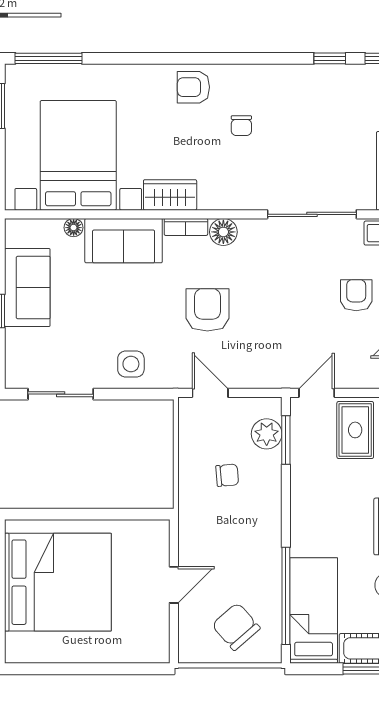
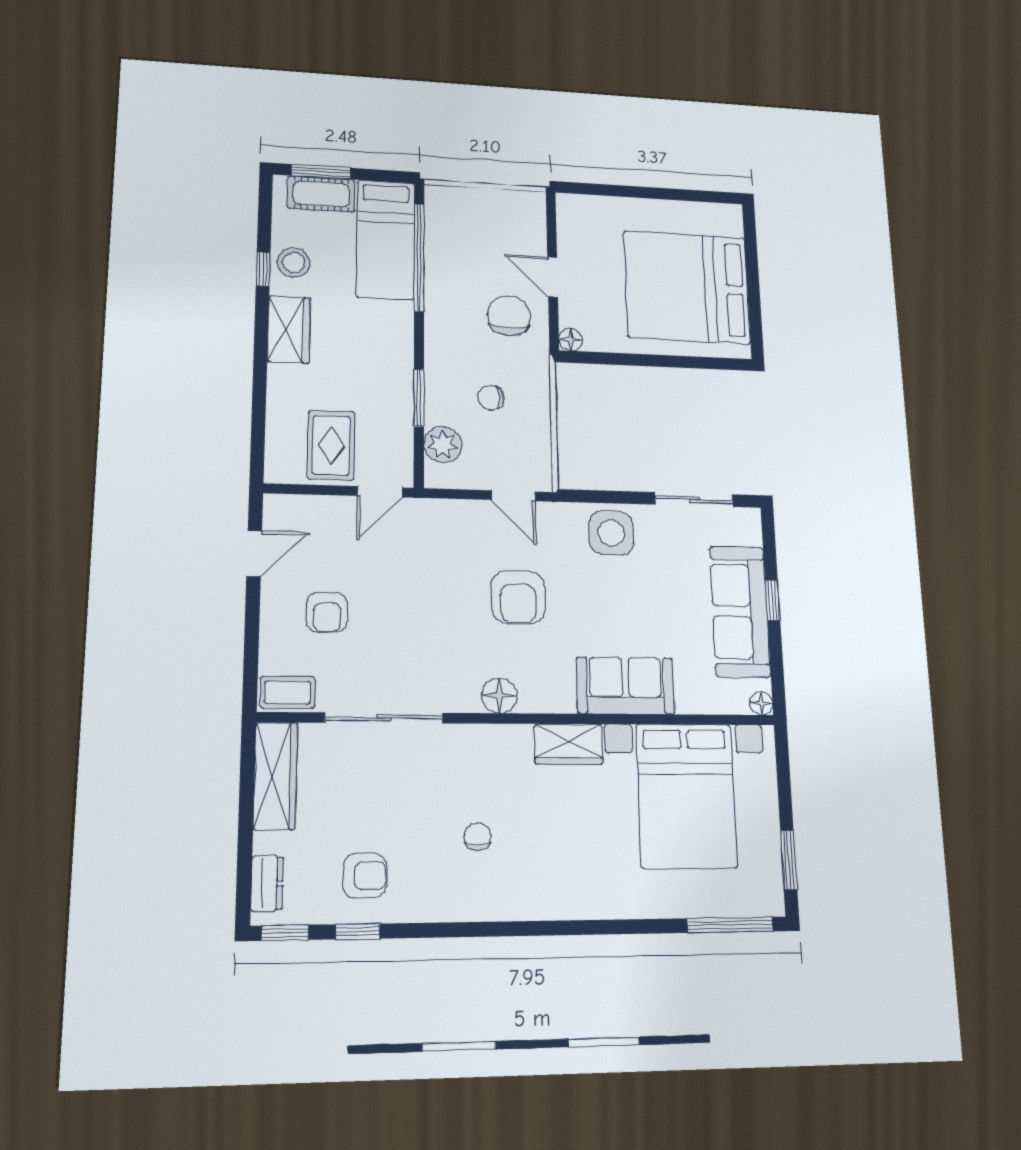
armchair: (193, 87) -> (365, 876), moved
bookcase: (186, 227) -> (547, 702), removed
floor lamp: (74, 228) -> (761, 703), moved
sofa: (27, 287) -> (740, 611), width x1.36
side table: (131, 364) -> (611, 533), width x1.37, depth x1.37
window: (286, 440) -> (419, 398), moved
floor lamp: (160, 529) -> (571, 340), added
door: (174, 585) -> (553, 277), hinge flipped
chair: (236, 627) -> (509, 316), moved, turned -139

